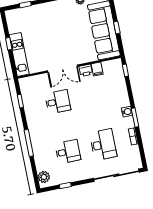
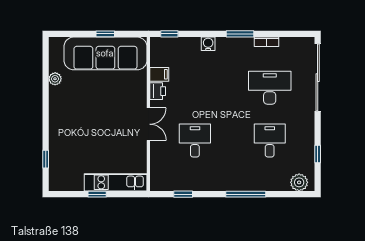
double door: (62, 69) -> (148, 124), width x0.73
water cooler: (127, 112) -> (208, 44), moved

